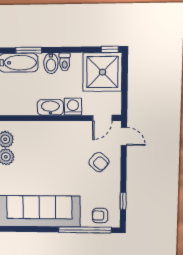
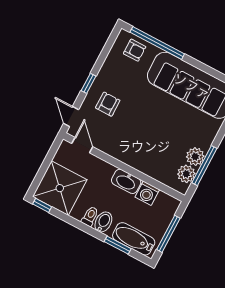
washing machine: (73, 107) -> (147, 193), moved
door: (102, 118) -> (82, 145), hinge flipped
armchair: (99, 162) -> (108, 104), turned 47
window: (123, 201) -> (89, 83), moved

